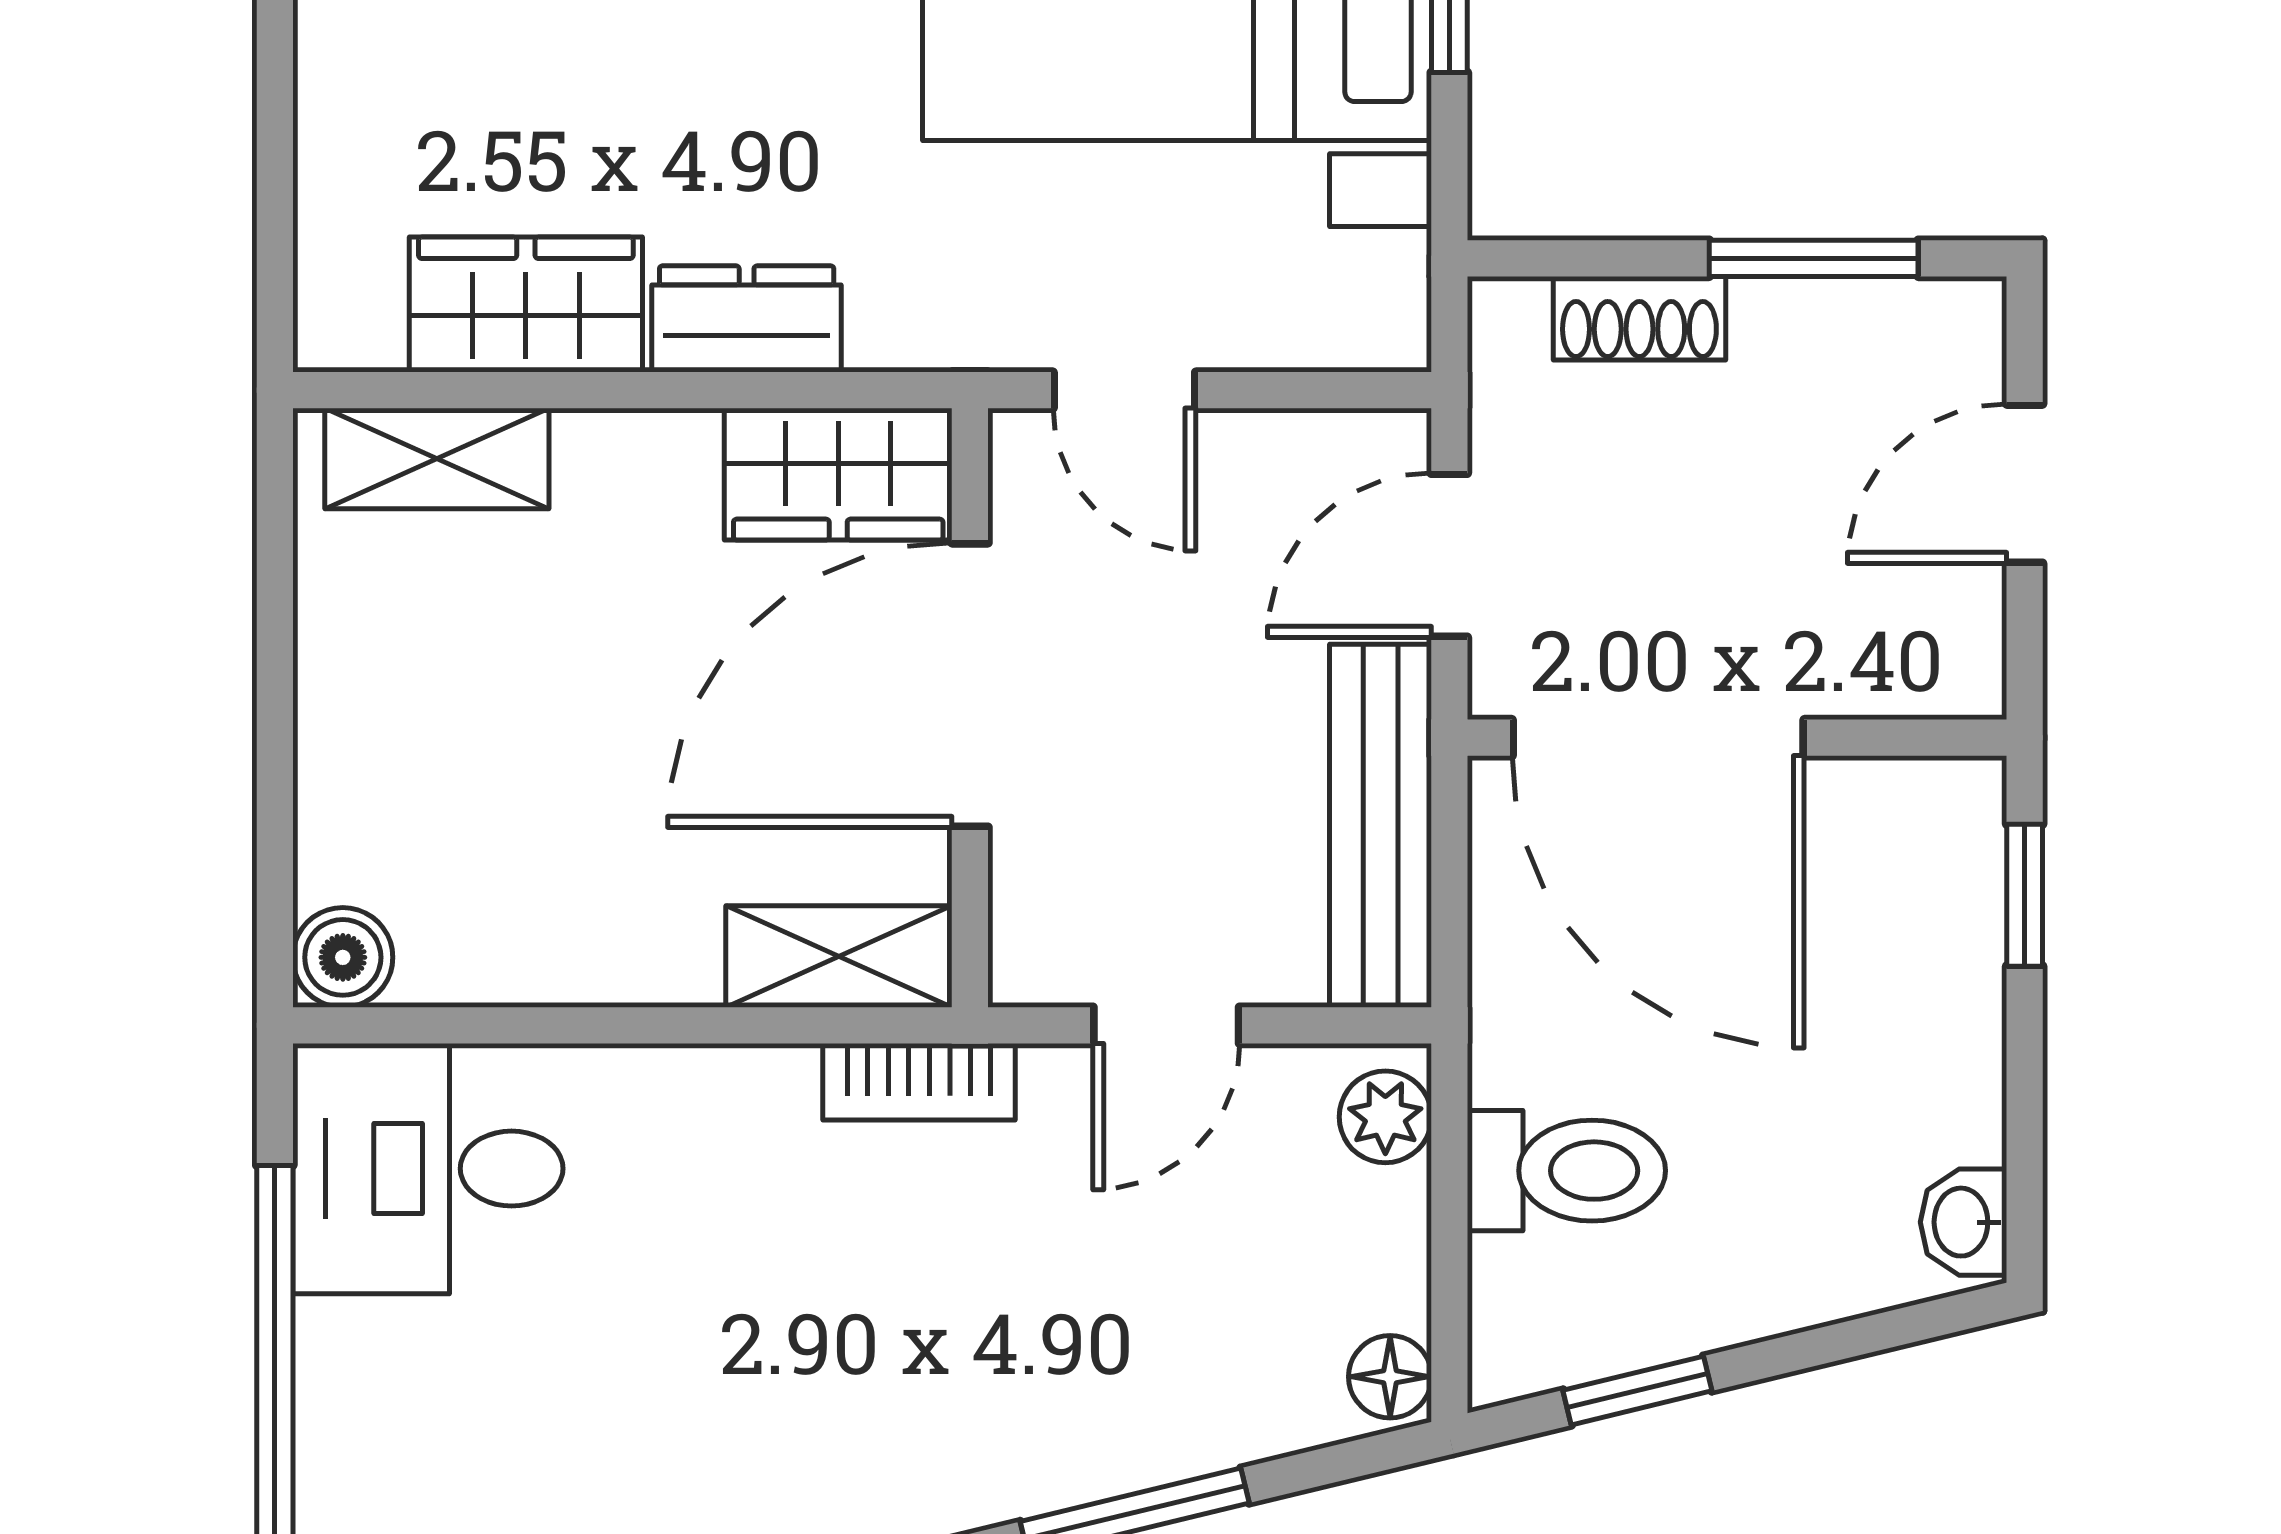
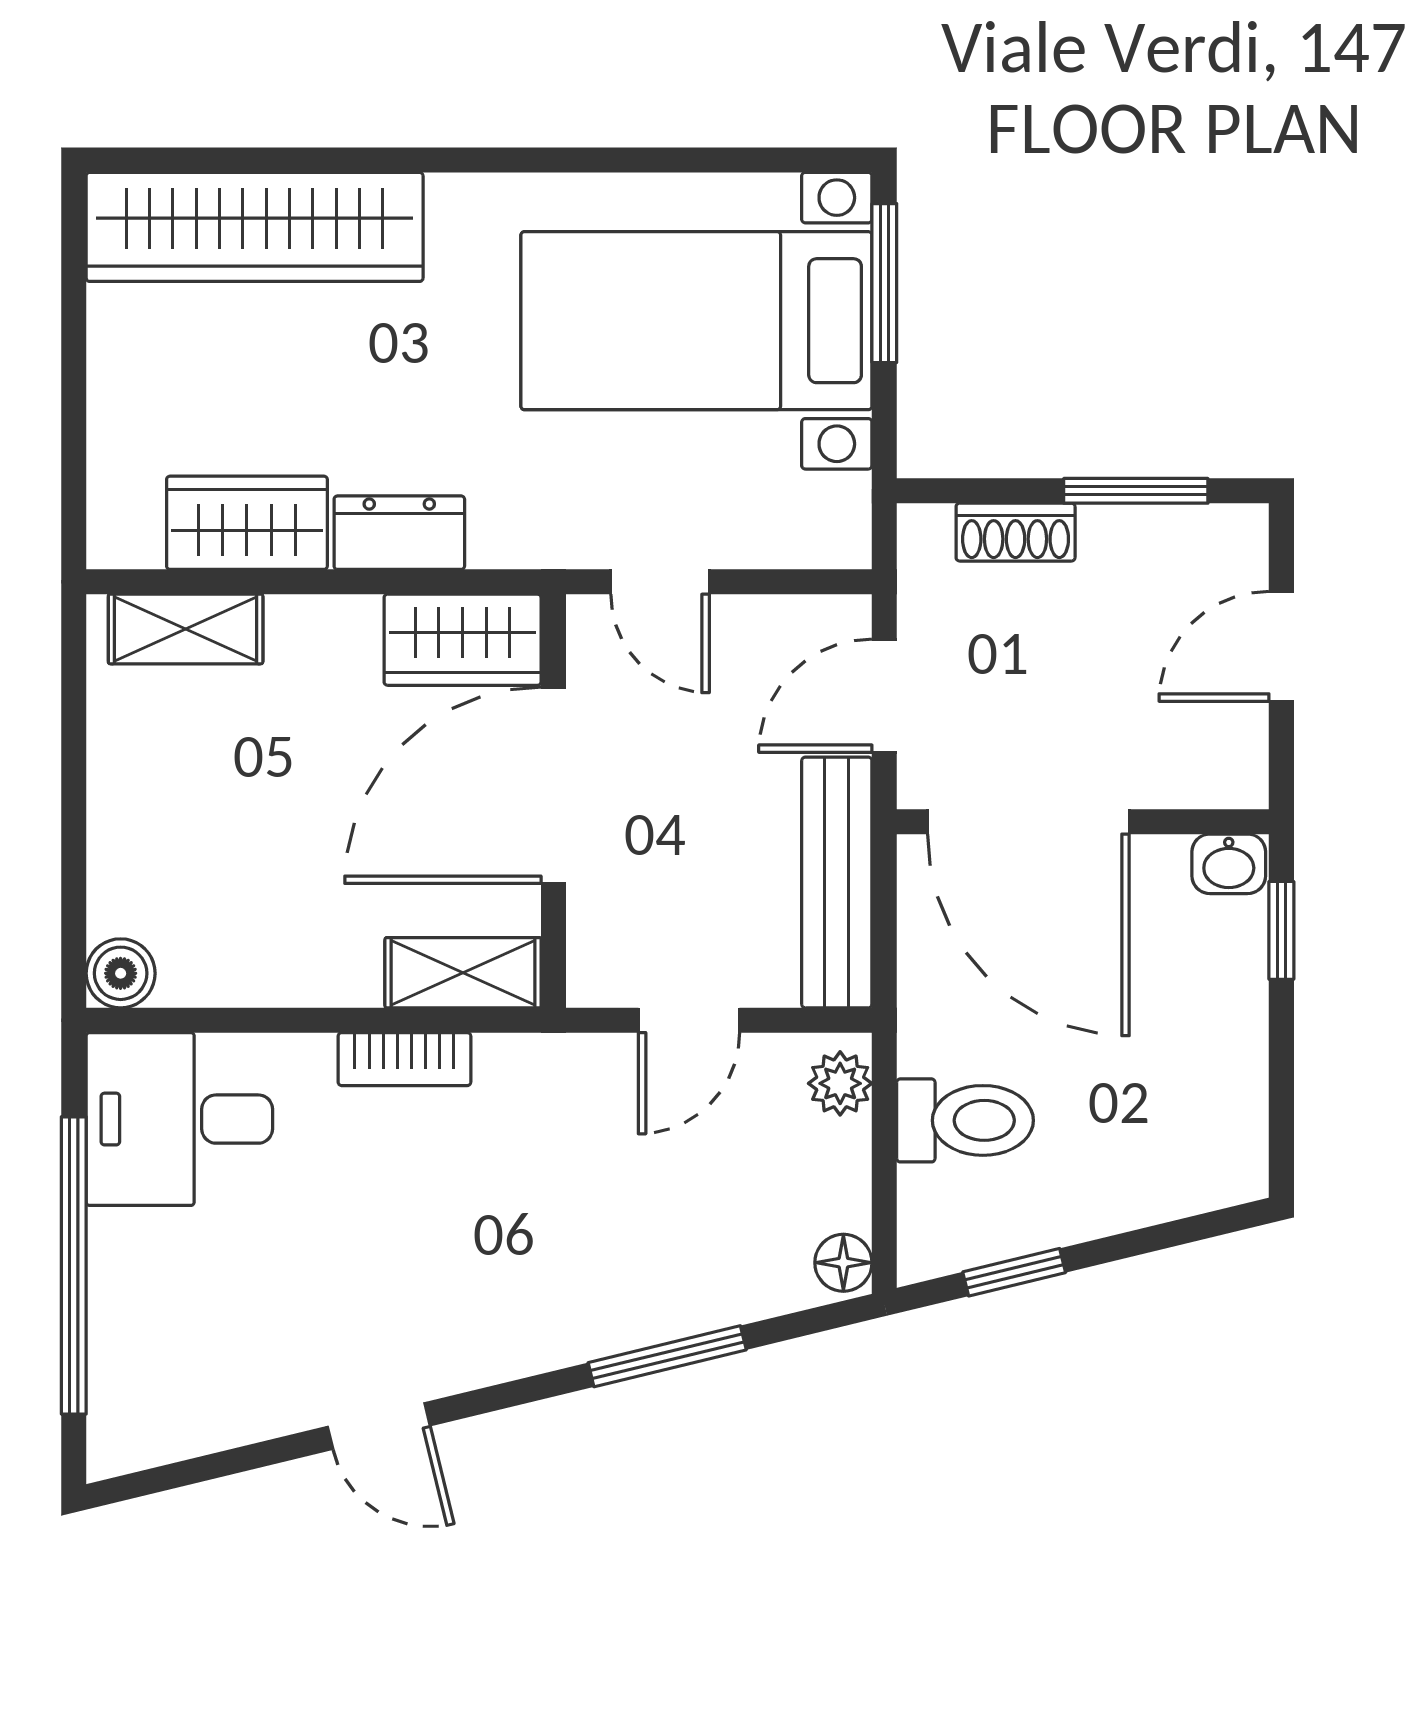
bookcase: (919, 1082) -> (404, 1059), moved
washbasin: (1964, 1222) -> (1229, 864), moved, turned -90

